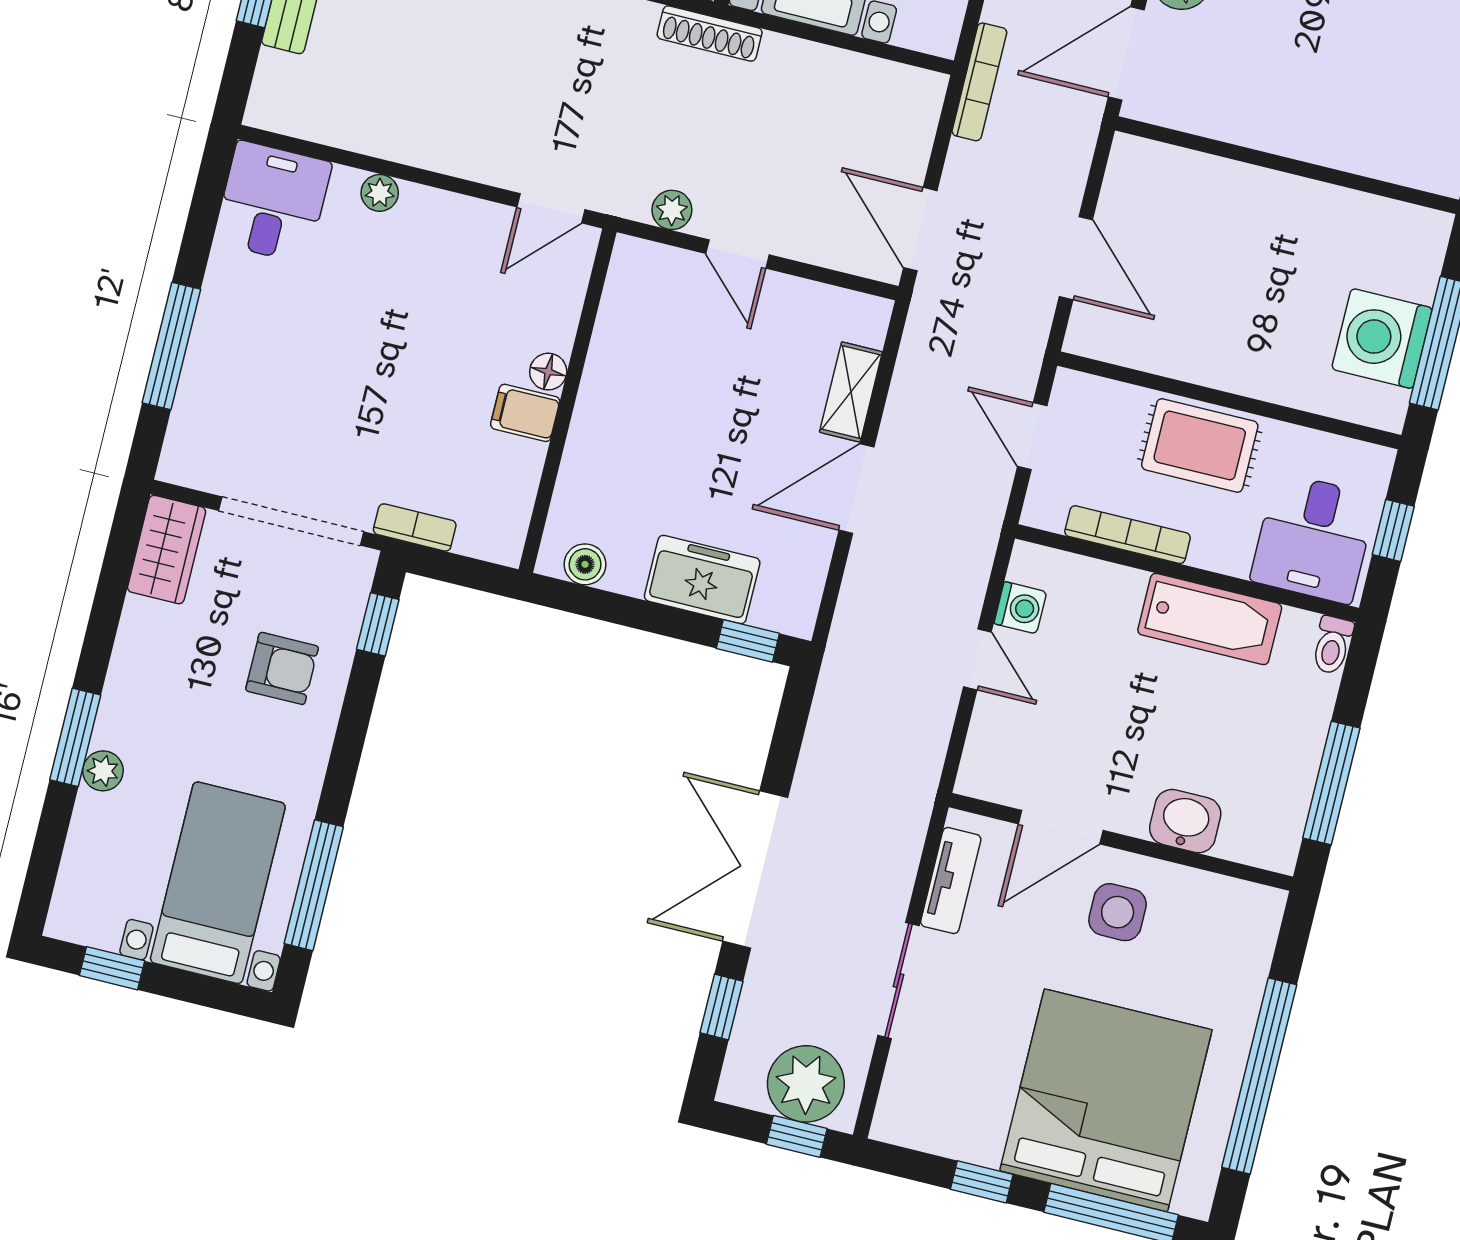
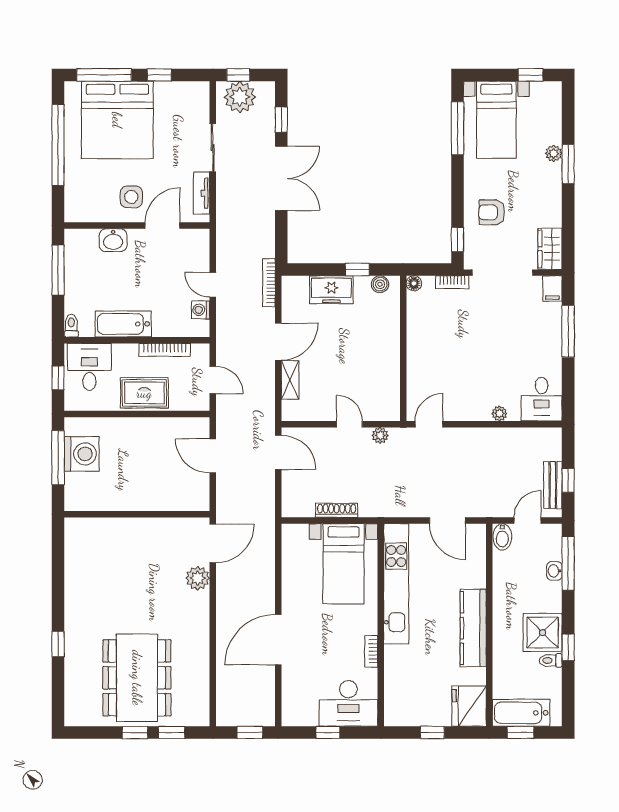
shoe rack: (710, 33) -> (337, 510), moved
bookcase: (979, 82) -> (269, 283), moved
floor lamp: (548, 372) -> (414, 283), moved
filing cabinet: (525, 413) -> (552, 288), moved, turned 90
window: (748, 641) -> (357, 270), moved

